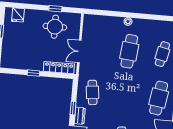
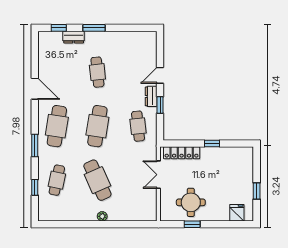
cafe table: (129, 51) -> (97, 180), turned -30
double door: (79, 52) -> (158, 175), swing flipped
cafe table: (126, 95) -> (97, 126), added

